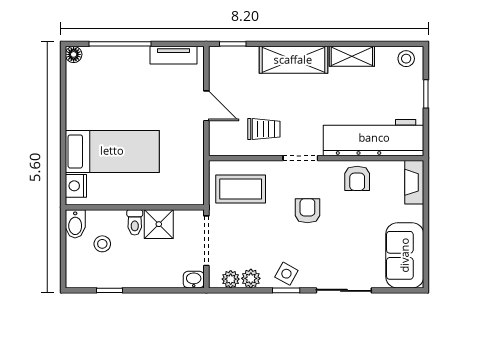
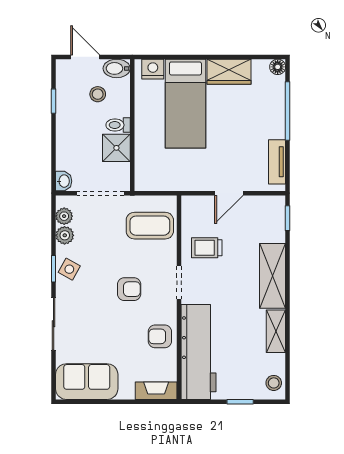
wardrobe: (79, 106) -> (229, 72), added
trolley: (264, 129) -> (207, 248), turned 90
coffee table: (241, 189) -> (150, 226), turned 90
door: (63, 257) -> (85, 57), added

